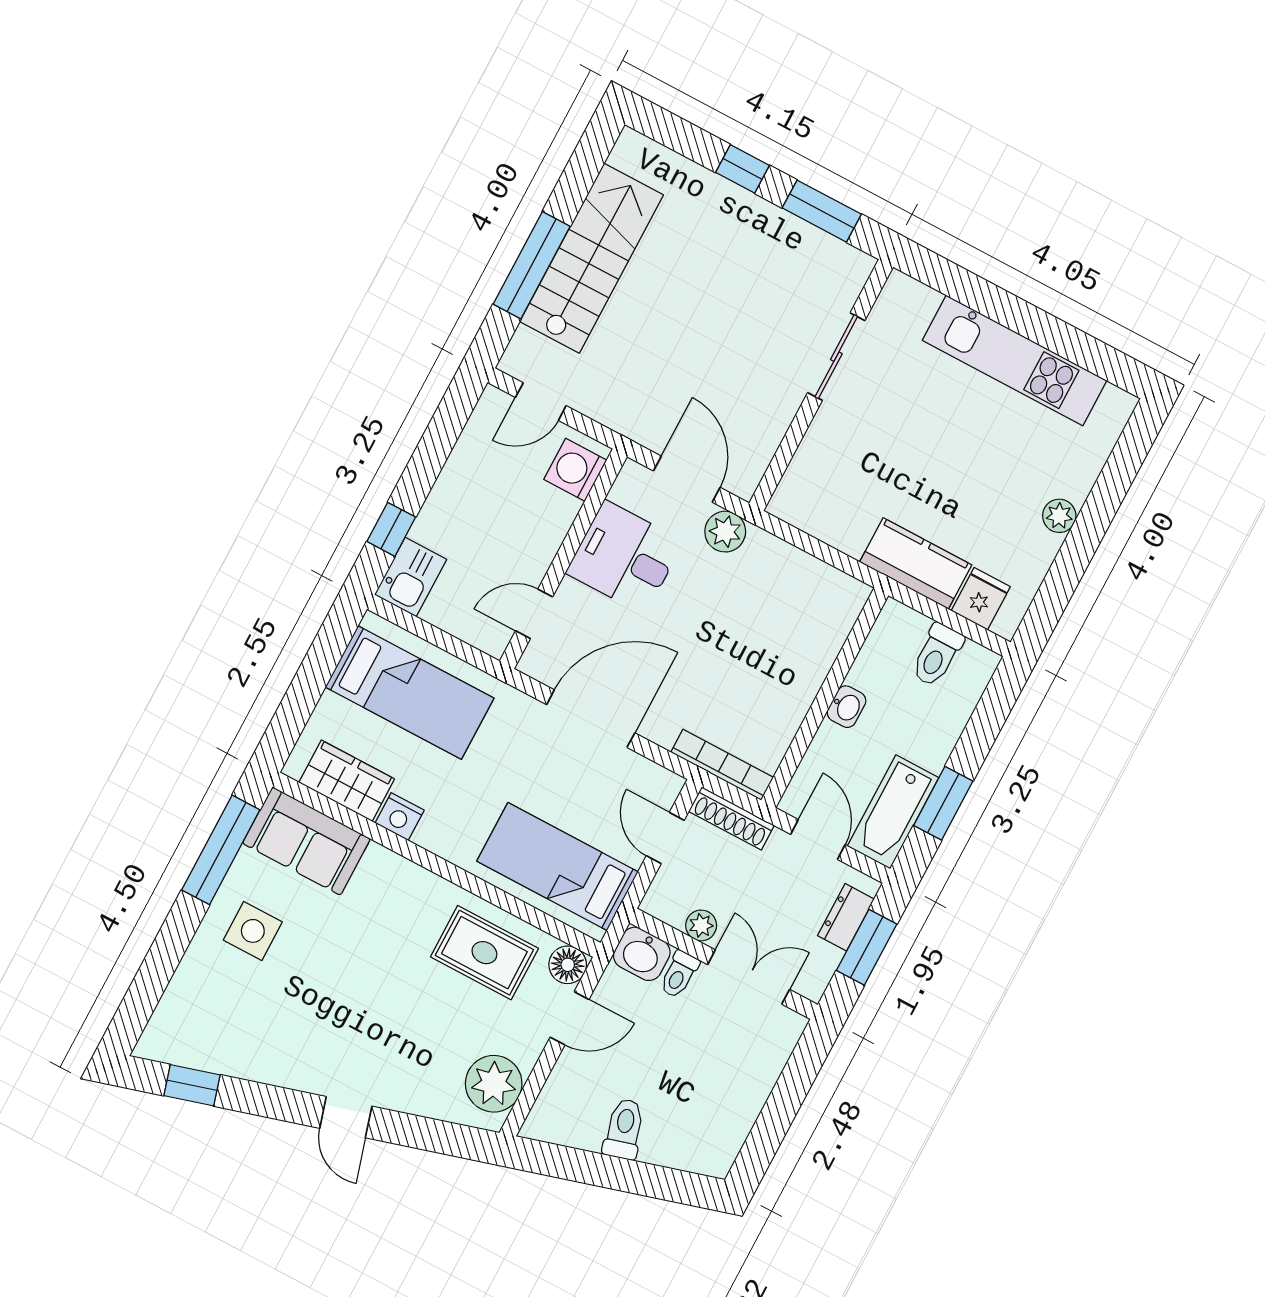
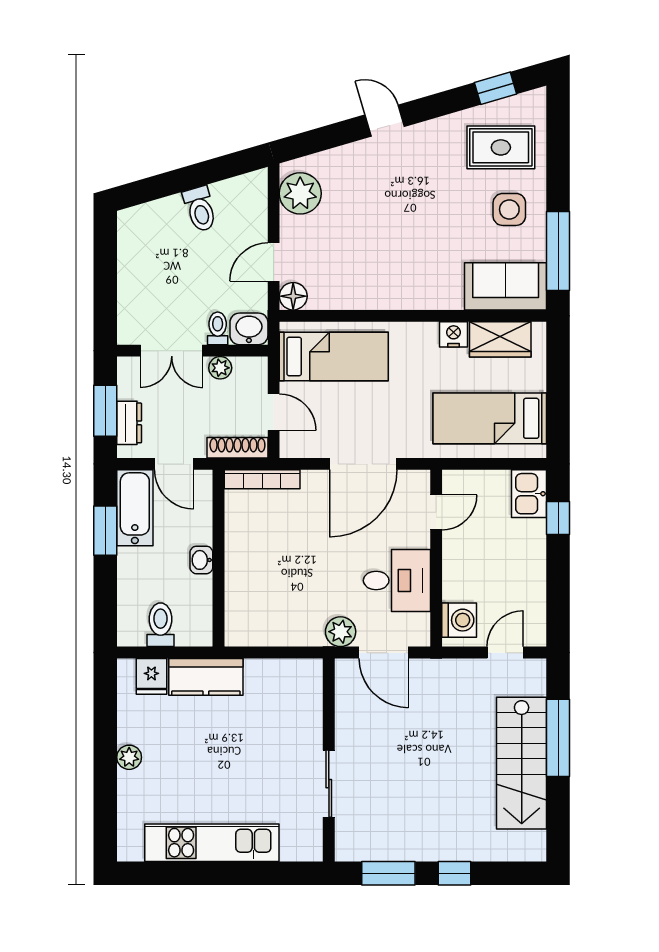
rug: (484, 953) -> (501, 147), moved

